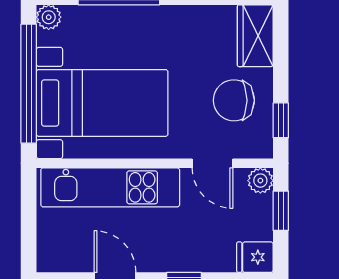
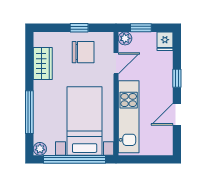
wardrobe: (255, 36) -> (43, 63), moved, turned -90
chair: (234, 100) -> (83, 52), turned -90
window: (281, 120) -> (79, 28), moved

